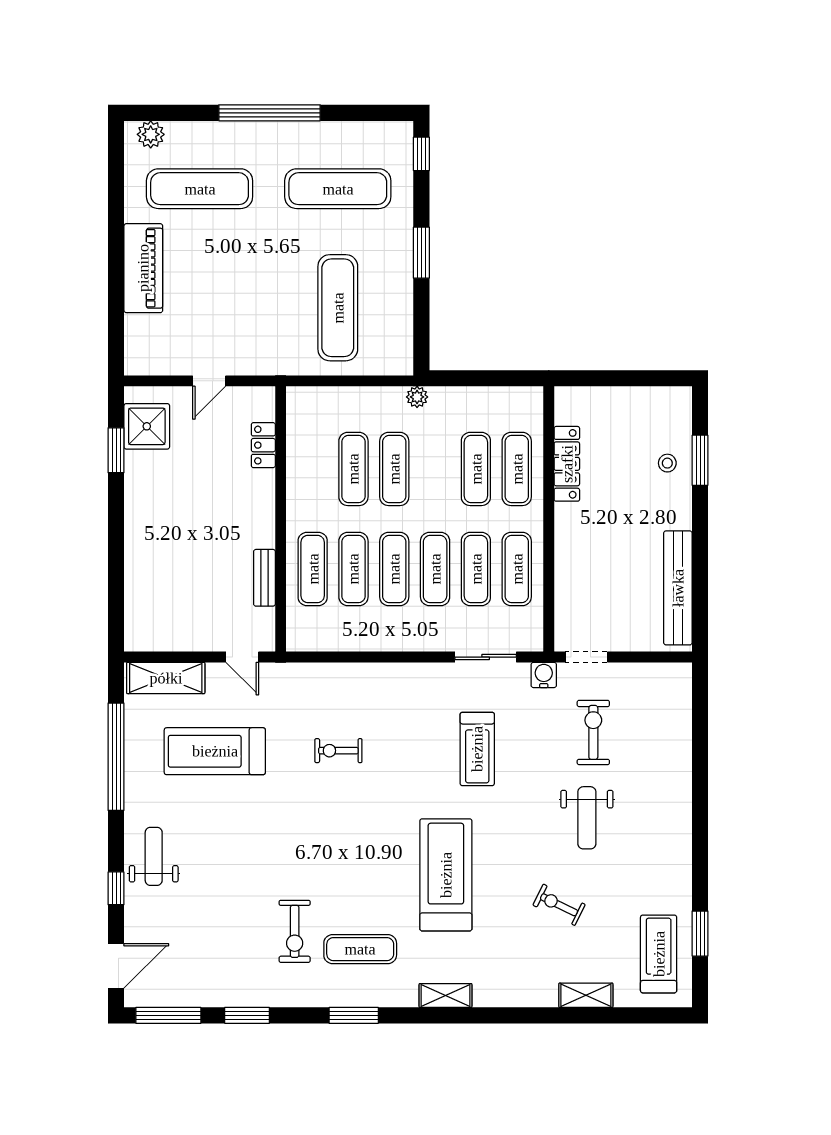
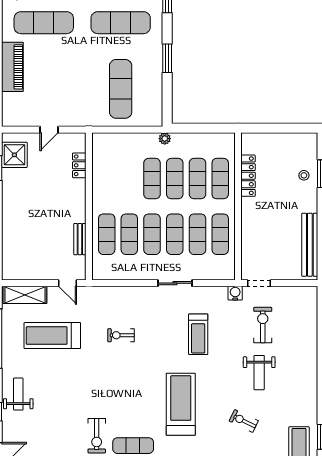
exercise mat: (353, 469) -> (175, 179), moved
sliding door: (486, 657) -> (175, 283), moved

